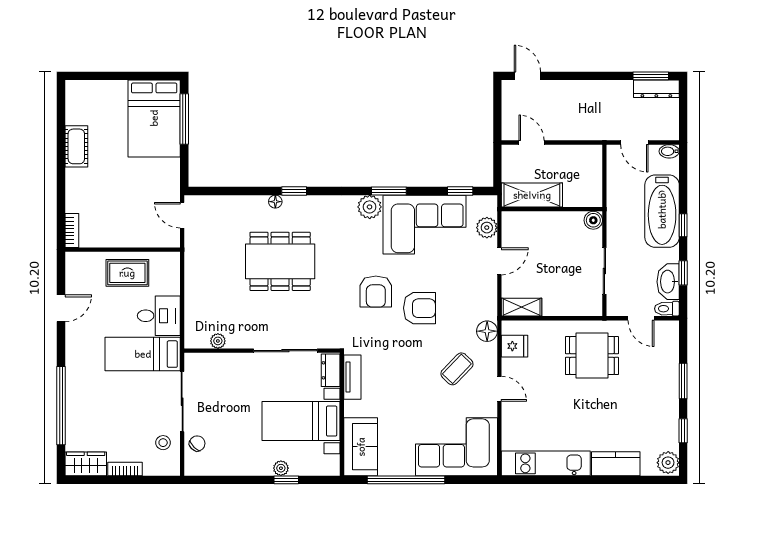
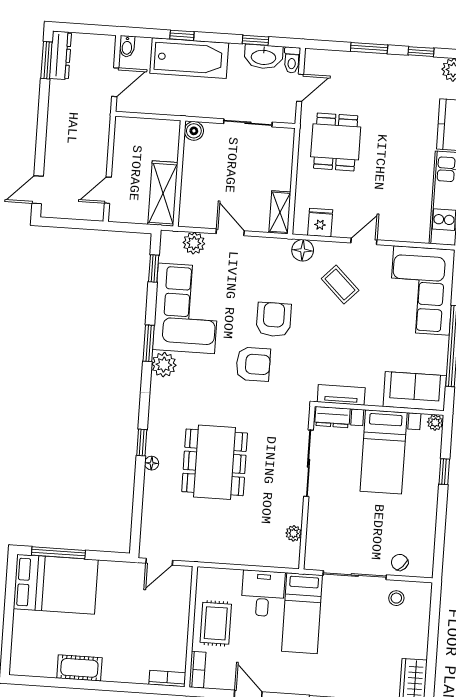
window: (683, 225) -> (182, 35), moved
plant: (281, 468) -> (435, 423), moved
bookcase: (125, 469) -> (197, 670), moved, turned 180

